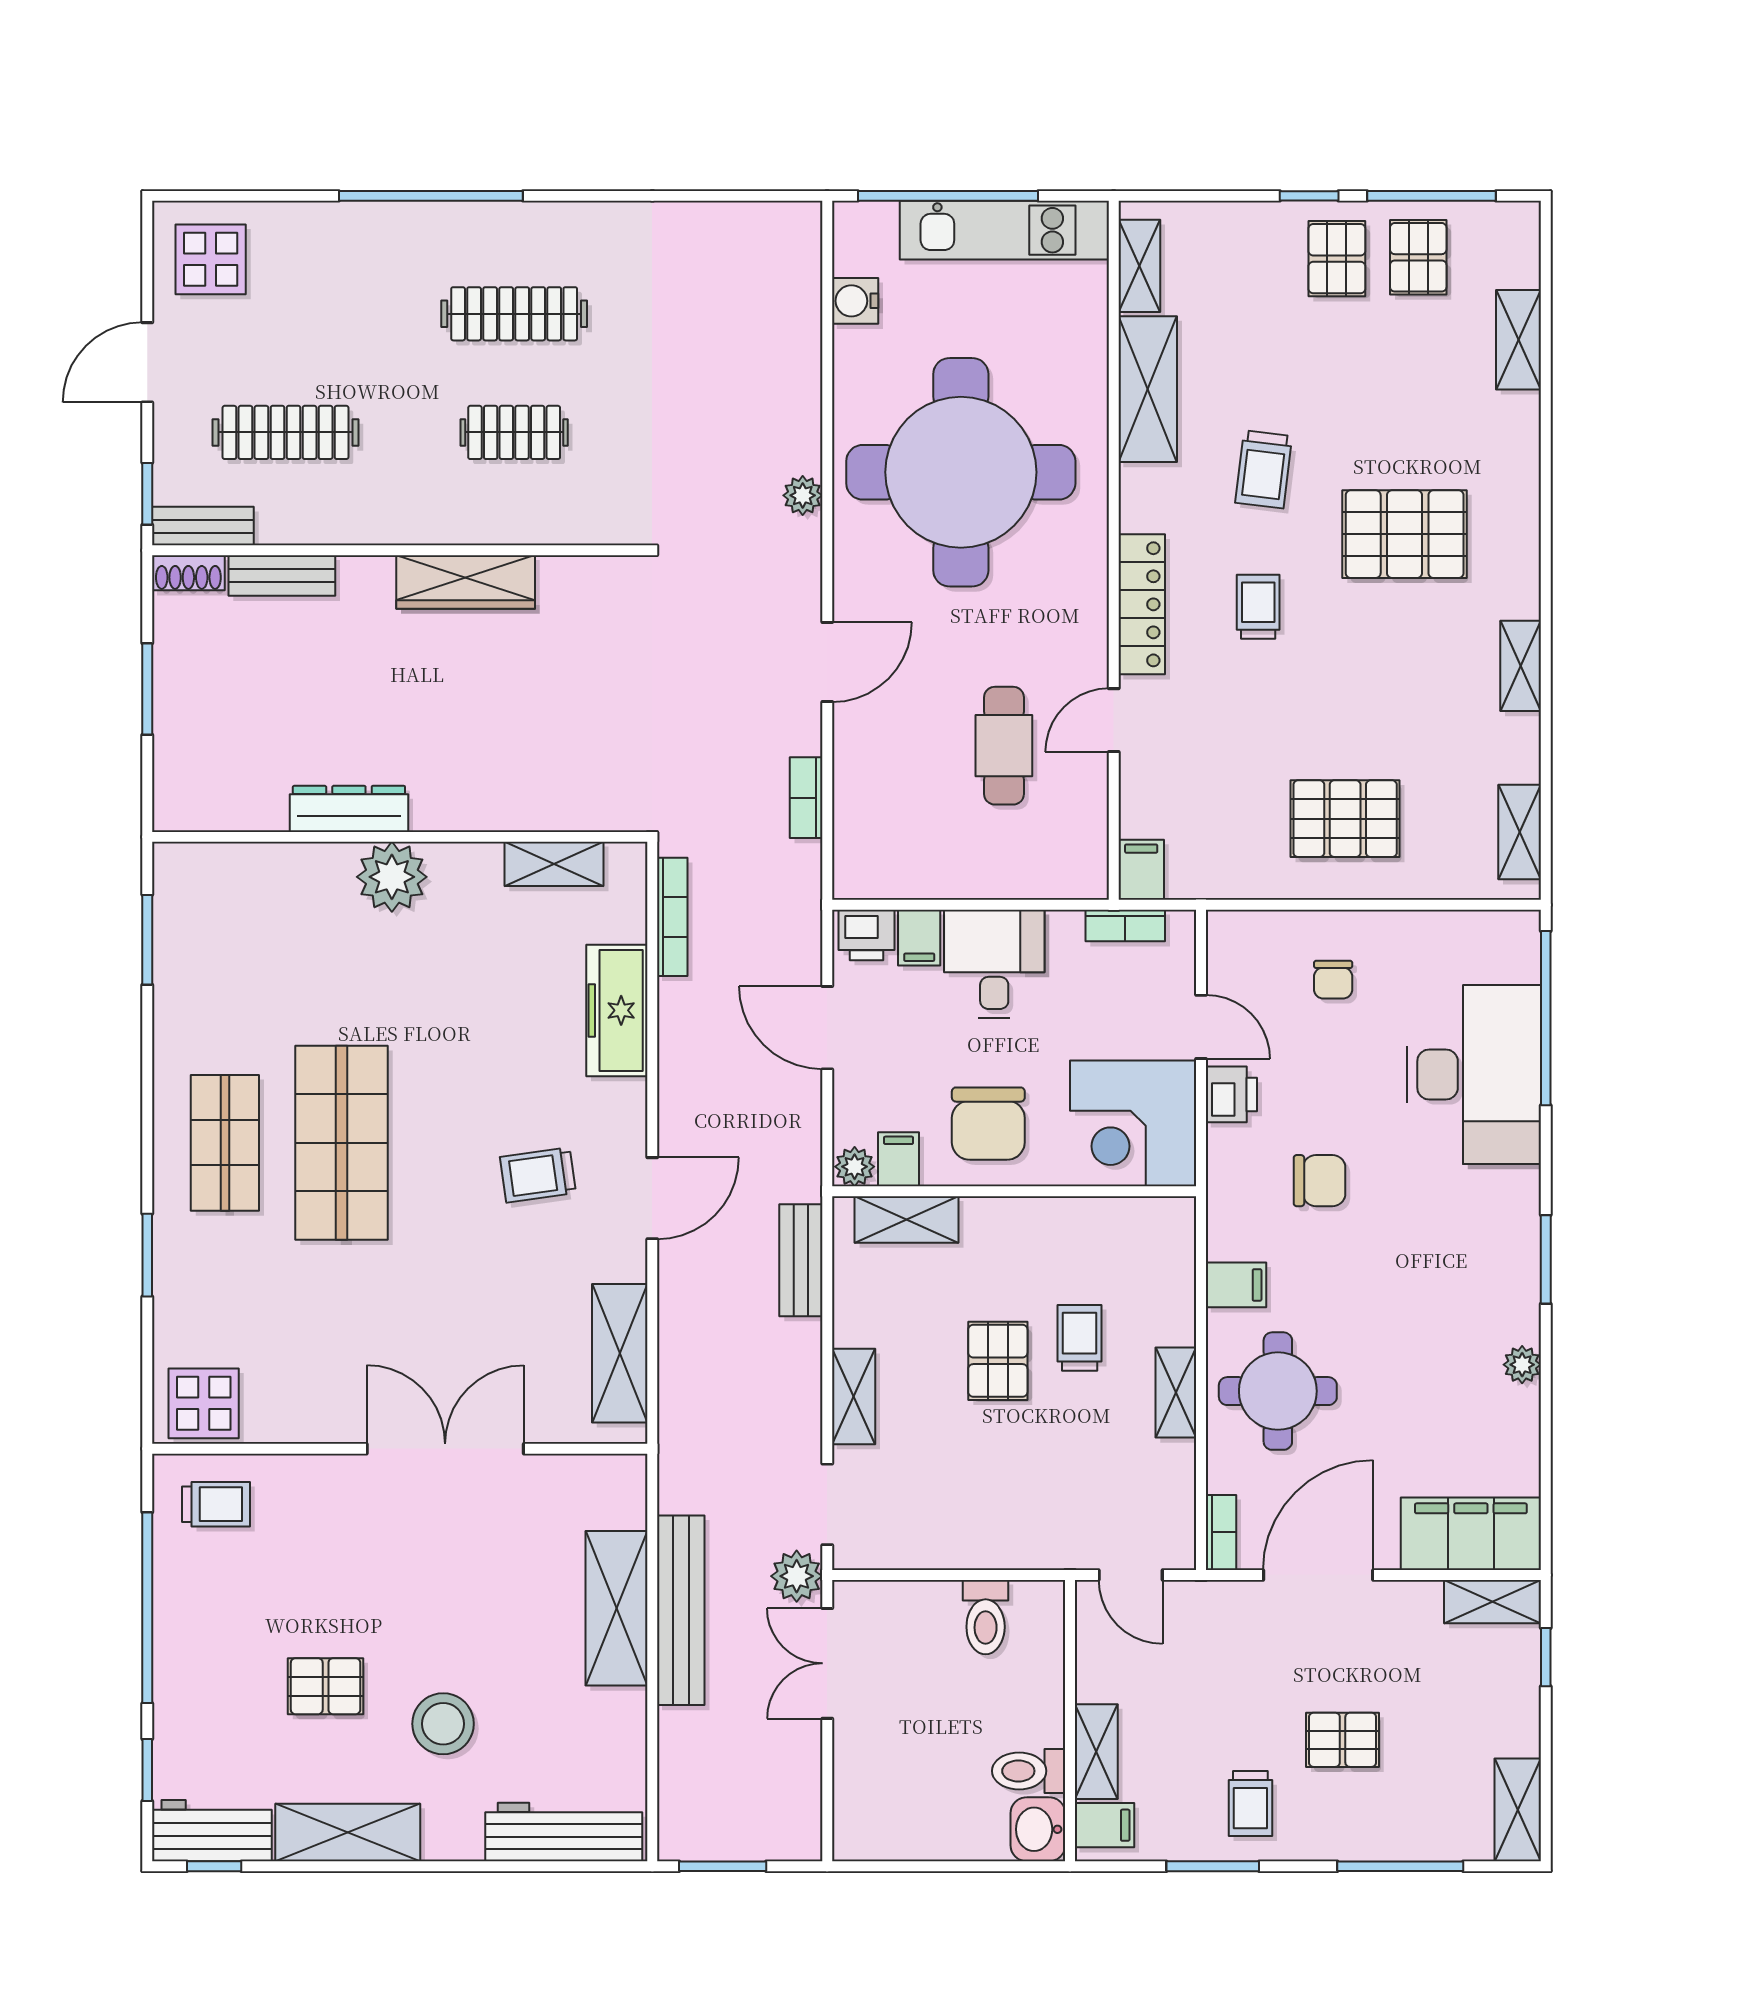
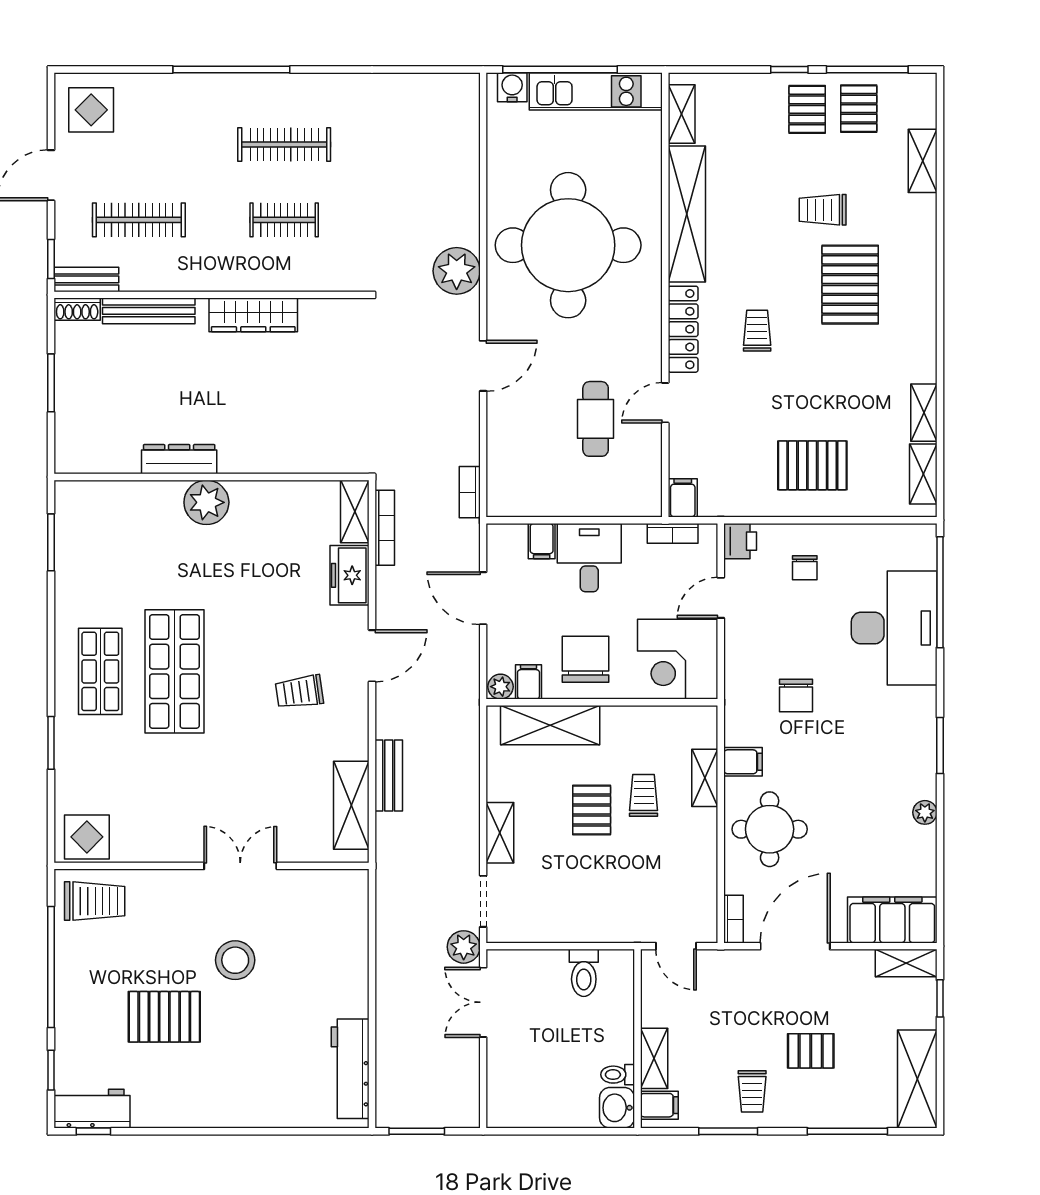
water cooler: (855, 301) -> (512, 87), moved, turned 90
shelving: (1148, 389) -> (687, 214), width x1.47
trolley: (1264, 469) -> (823, 210), moved, turned 83
plant: (803, 495) -> (457, 271), width x1.88, depth x1.88
pallet: (1405, 534) -> (850, 285), turned 90
bench: (282, 576) -> (149, 311), width x1.36
shelving: (1521, 666) -> (924, 413), moved
bookcase: (806, 798) -> (470, 492), moved
shelving: (554, 864) -> (355, 511), moved, turned 90
printer: (867, 935) -> (508, 539), removed
freezer: (617, 1010) -> (349, 575), width x0.71
door: (1201, 1027) -> (721, 598), swing flipped
printer: (1231, 1094) -> (740, 541), moved
chair: (988, 1124) -> (586, 659), turned 180
chair: (1320, 1181) -> (796, 695), turned 90
door: (652, 1198) -> (372, 656), moved
shelving: (907, 1220) -> (550, 725), width x1.50, depth x1.33
bench: (801, 1260) -> (389, 776), moved
shelving: (1176, 1393) -> (705, 778), moved
double door: (445, 1449) -> (240, 866), width x0.73
trolley: (216, 1504) -> (95, 901), width x1.36, depth x1.39
shelving: (617, 1608) -> (349, 967), removed
bench: (681, 1610) -> (390, 969), removed
pallet: (326, 1686) -> (164, 1017), width x1.50, depth x1.42
stool: (443, 1724) -> (235, 960), moved
toilet: (1029, 1771) -> (618, 1075), width x0.73, depth x0.72
shelving: (1518, 1810) -> (917, 1079), width x1.50, depth x1.33
workbench: (564, 1832) -> (350, 1069), moved, turned -90
shelving: (348, 1833) -> (178, 1110), removed

